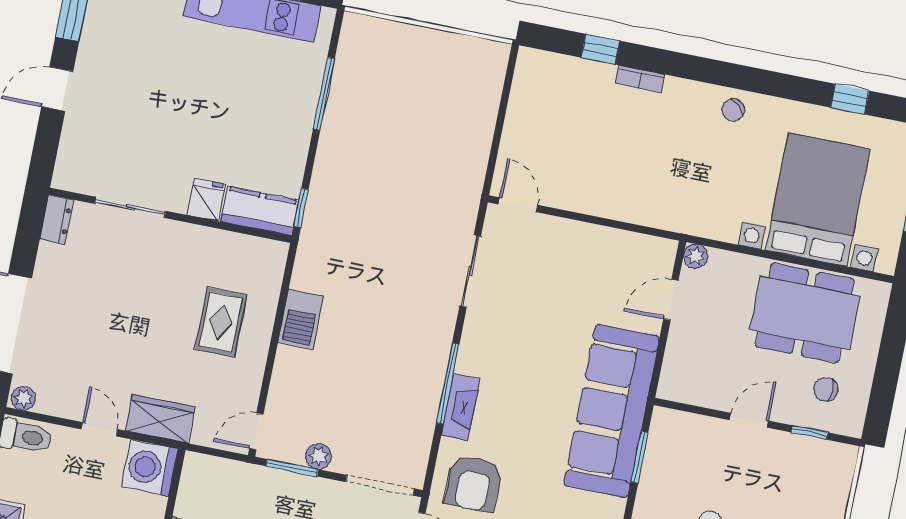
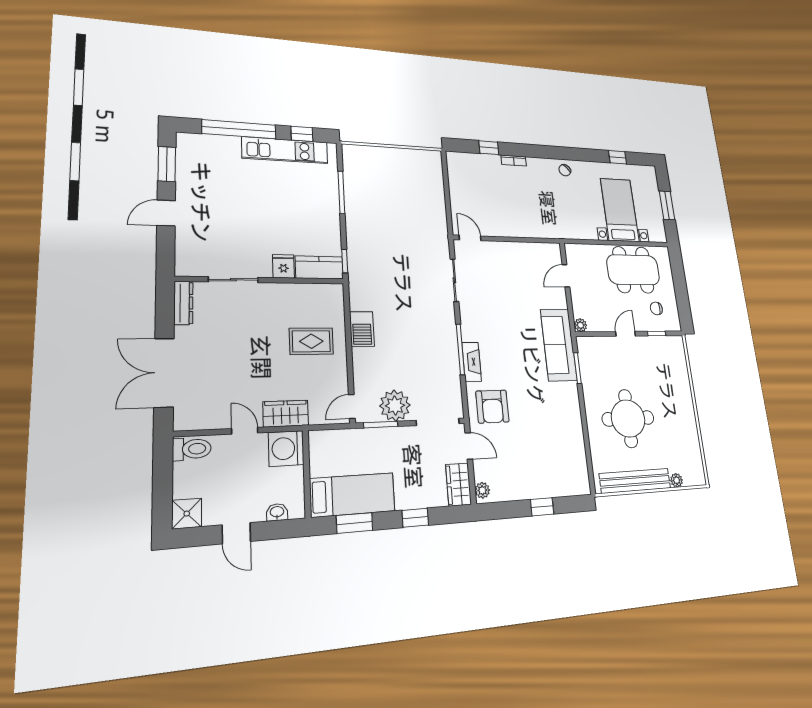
bed with nightstands: (817, 200) -> (620, 210), width x0.73
dresser: (57, 219) -> (183, 303), width x1.44
plant: (696, 256) -> (580, 325), moved
rug: (221, 322) -> (311, 341), turned 90
plant: (23, 398) -> (184, 422), removed
sofa: (612, 411) -> (559, 345), width x0.74, depth x0.79
plant: (319, 456) -> (395, 406), width x1.87, depth x1.87

